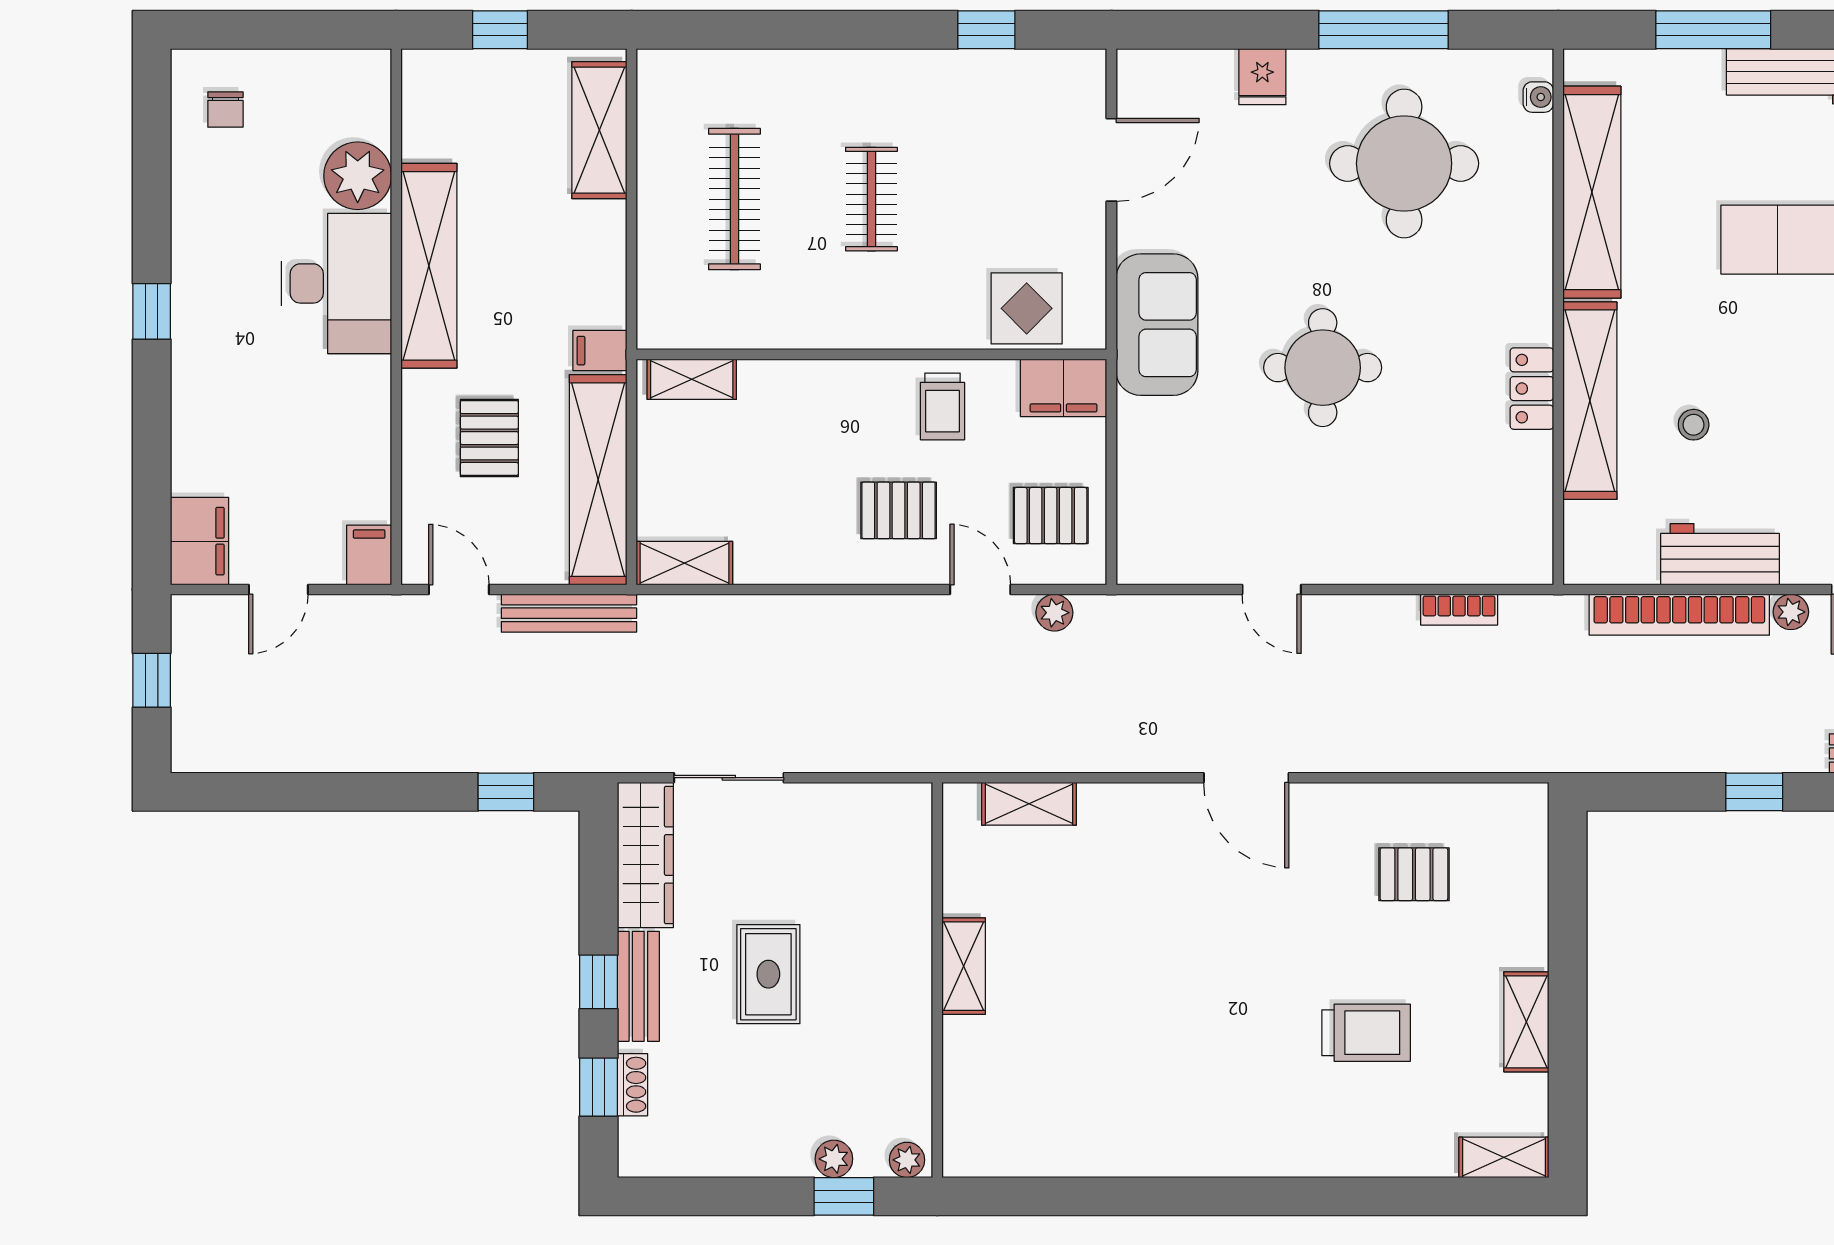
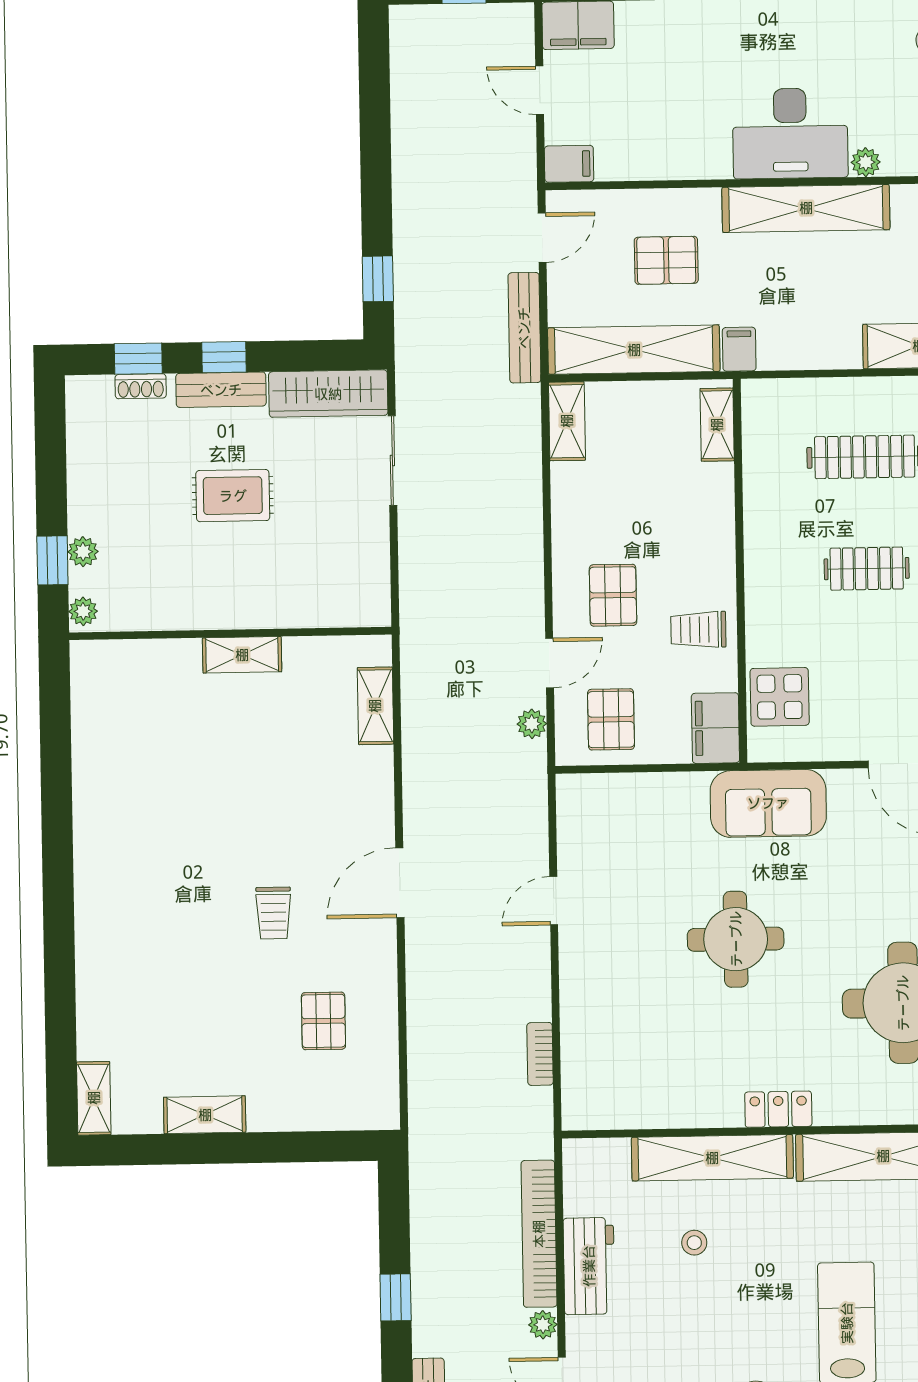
plant: (358, 176) -> (866, 162), width x0.53, depth x0.53
locker: (1532, 389) -> (778, 1109), moved
trolley: (1366, 1033) -> (273, 913), moved, width x0.73, depth x0.72

